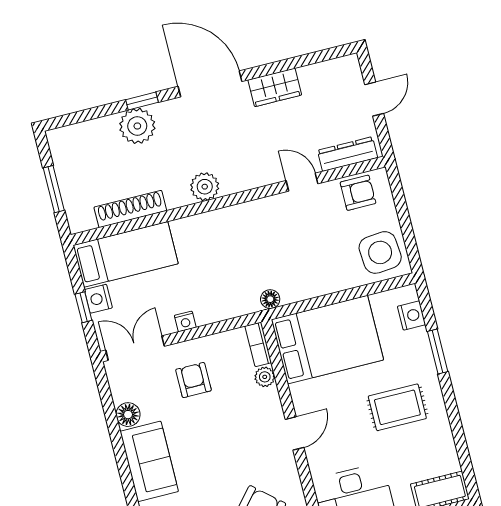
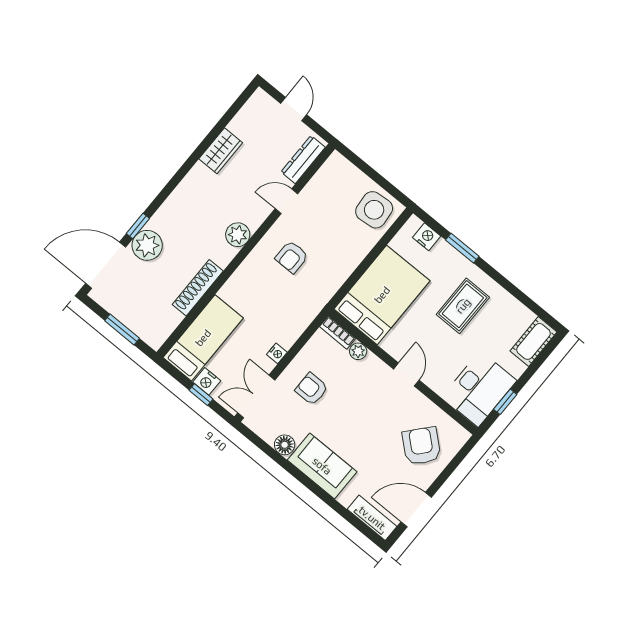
door: (210, 84) -> (106, 265), moved
plant: (205, 187) -> (238, 235), moved
armchair: (358, 193) -> (292, 257), moved, turned 180
shoe rack: (130, 209) -> (198, 288), moved
floor lamp: (270, 299) -> (323, 296), removed

